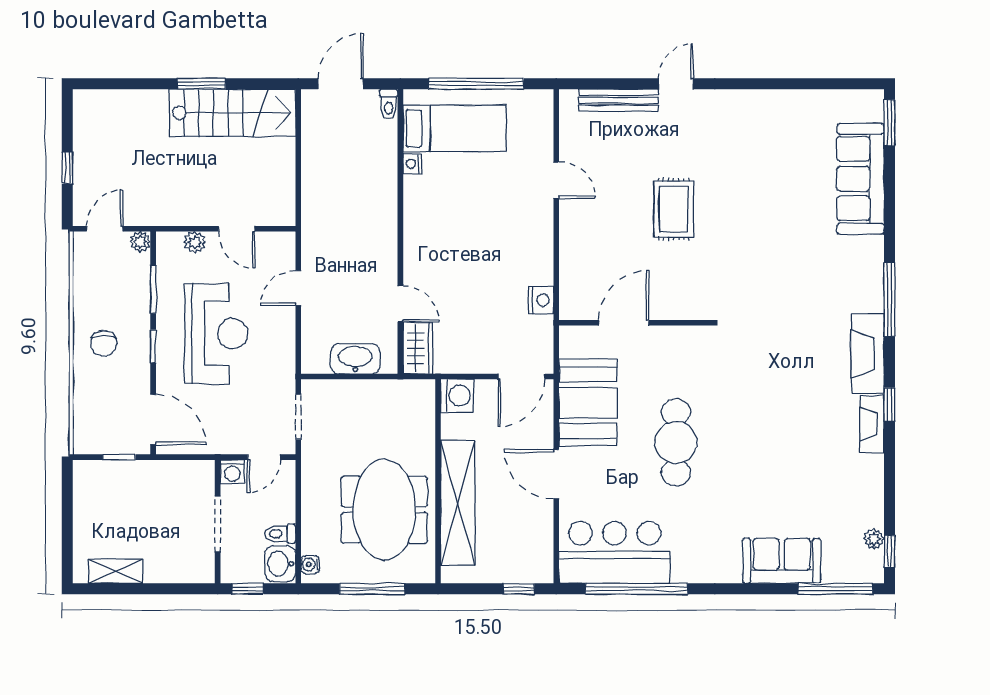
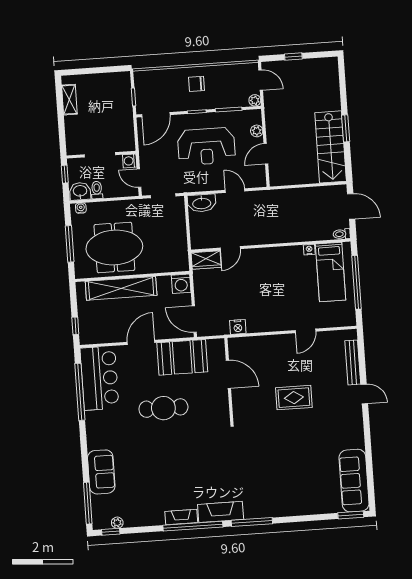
sofa: (860, 179) -> (354, 481), moved, turned -90
washbasin: (355, 359) -> (202, 203), moved, turned 90
window: (889, 405) -> (193, 526), width x3.17

